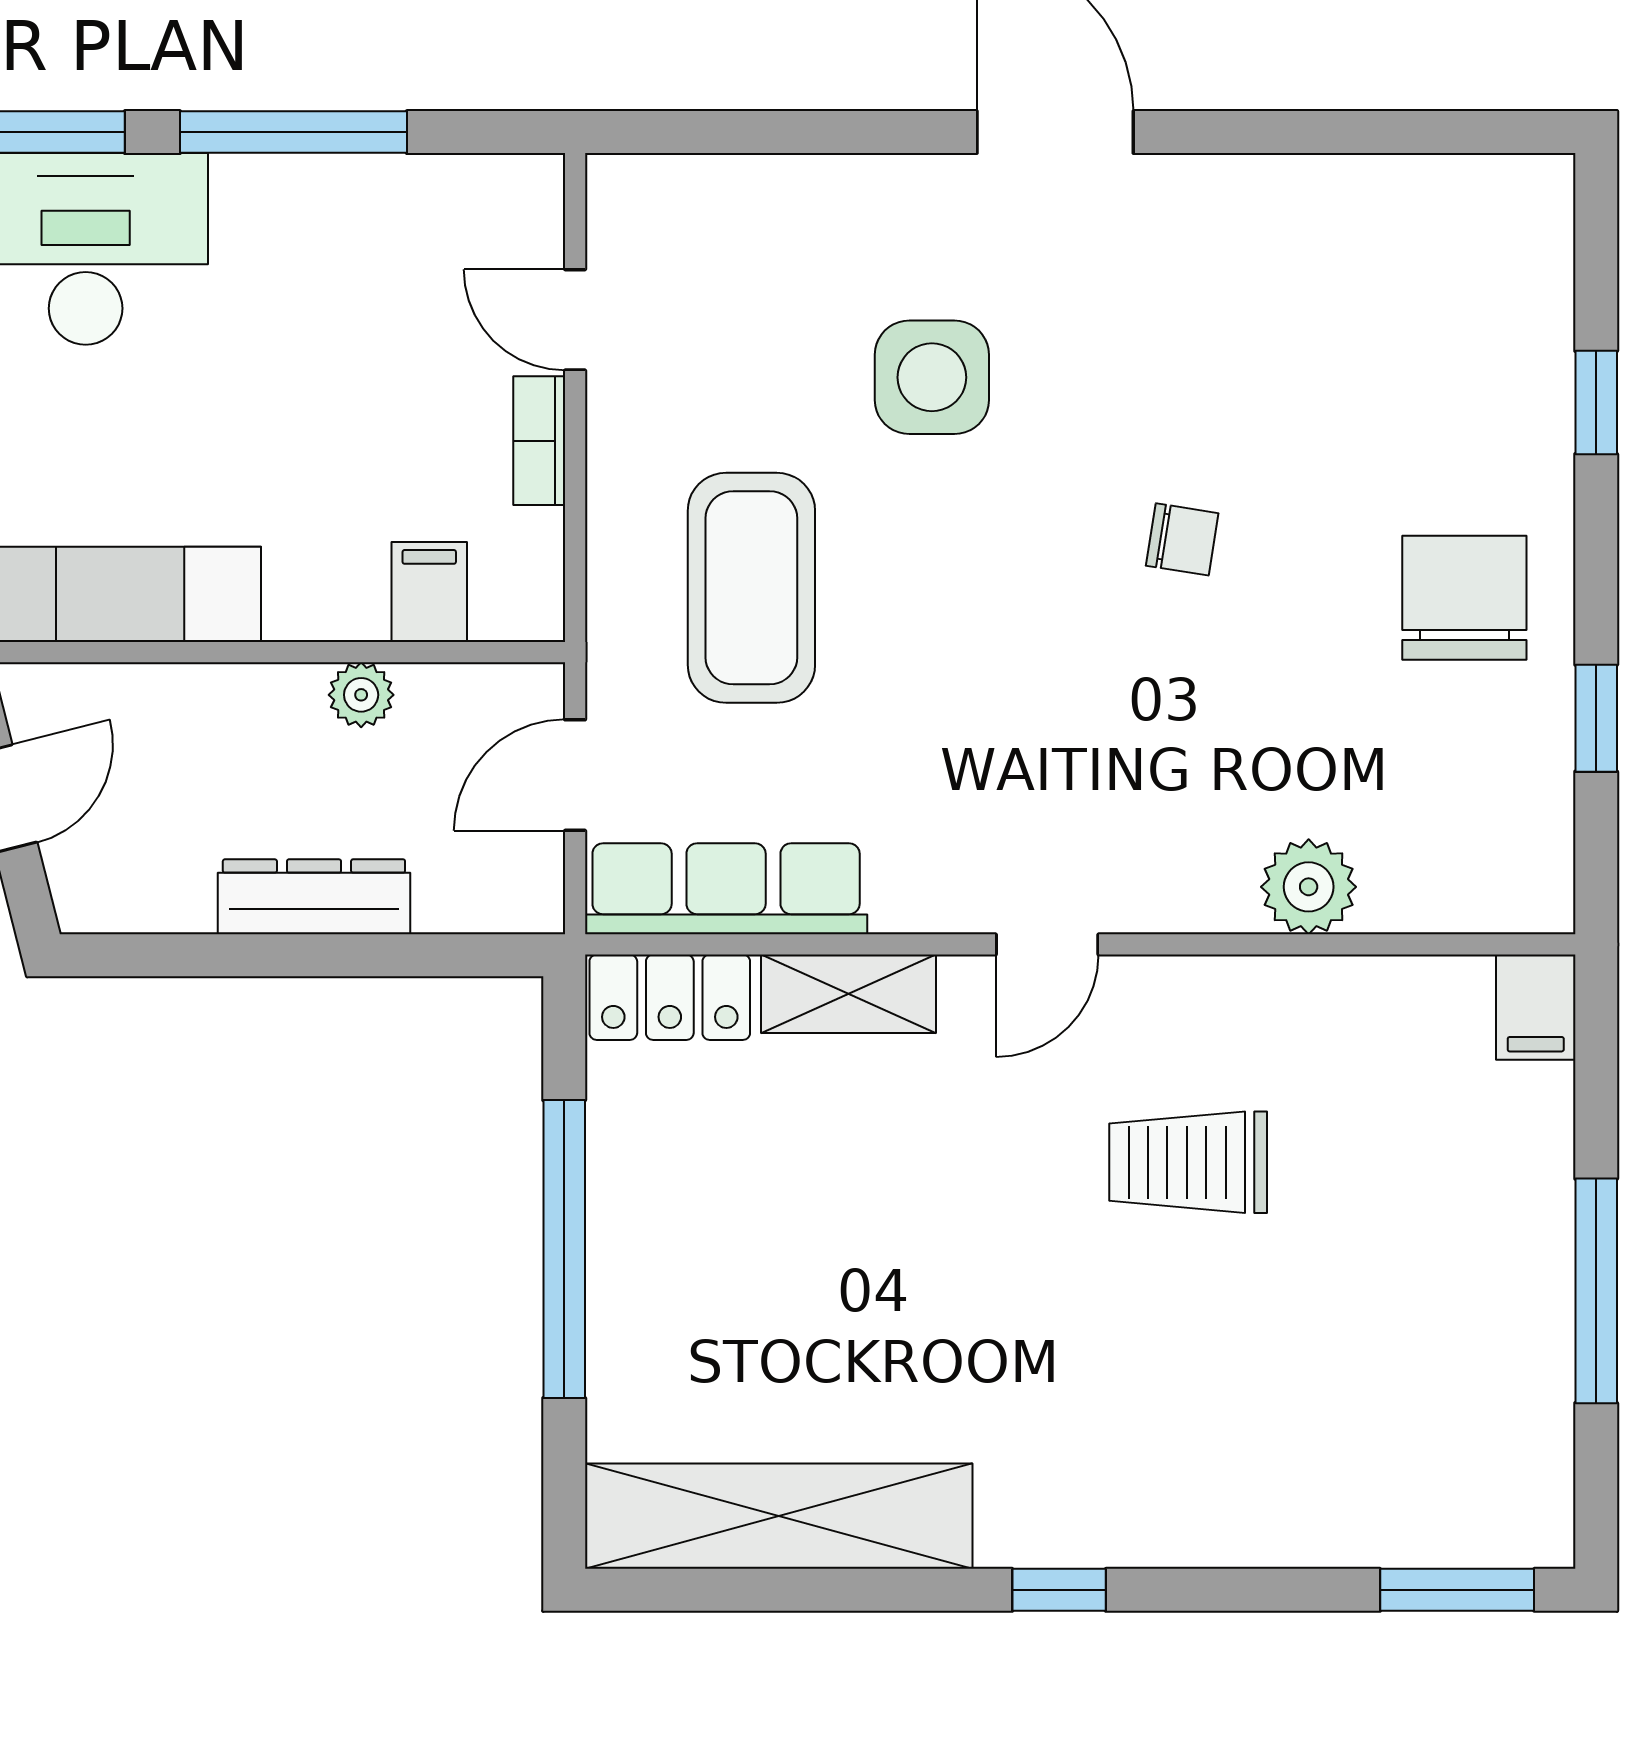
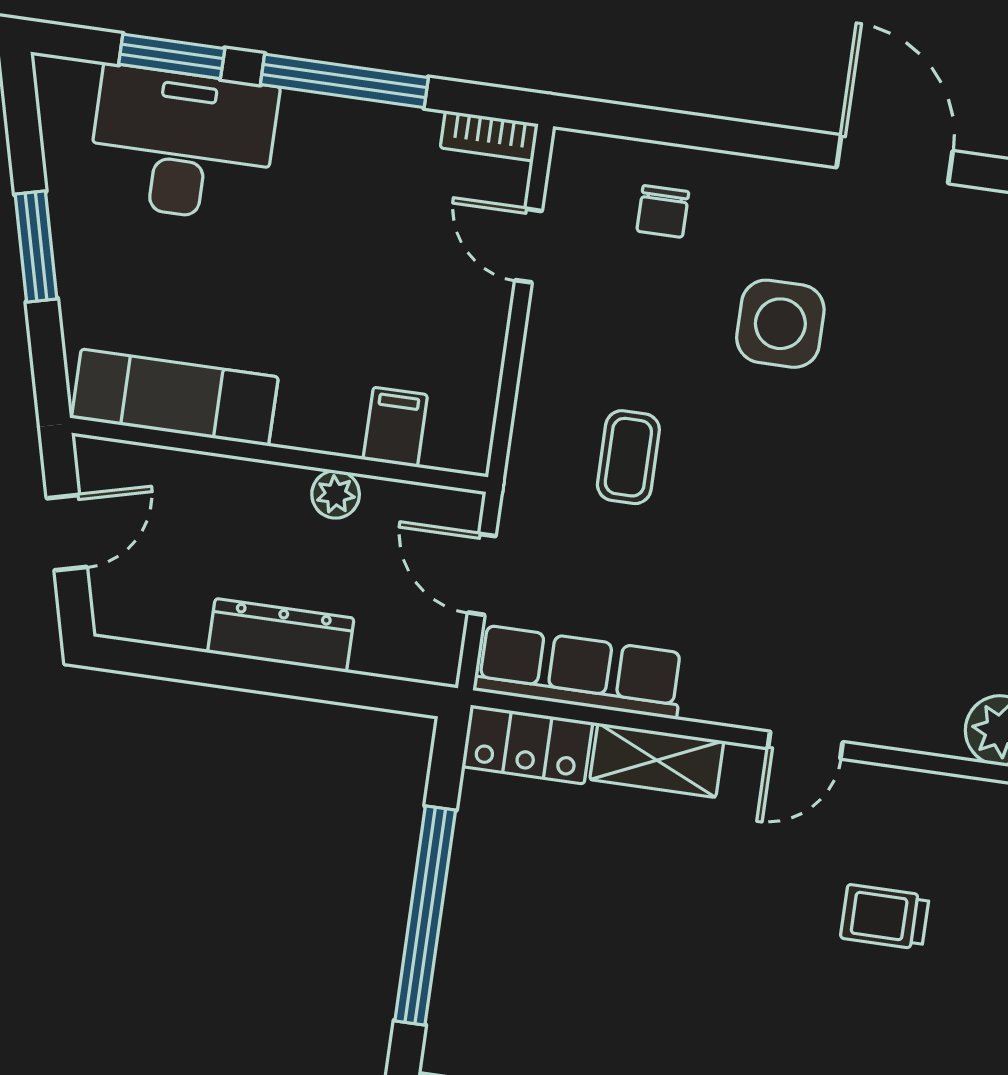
bookcase: (539, 441) -> (489, 136), moved, turned -90
chair: (1182, 539) -> (663, 211), moved, turned 81
coffee table: (751, 588) -> (628, 457), width x0.54, depth x0.58
door: (575, 775) -> (482, 574), hinge flipped
trolley: (1188, 1162) -> (885, 917), width x0.73, depth x0.72

